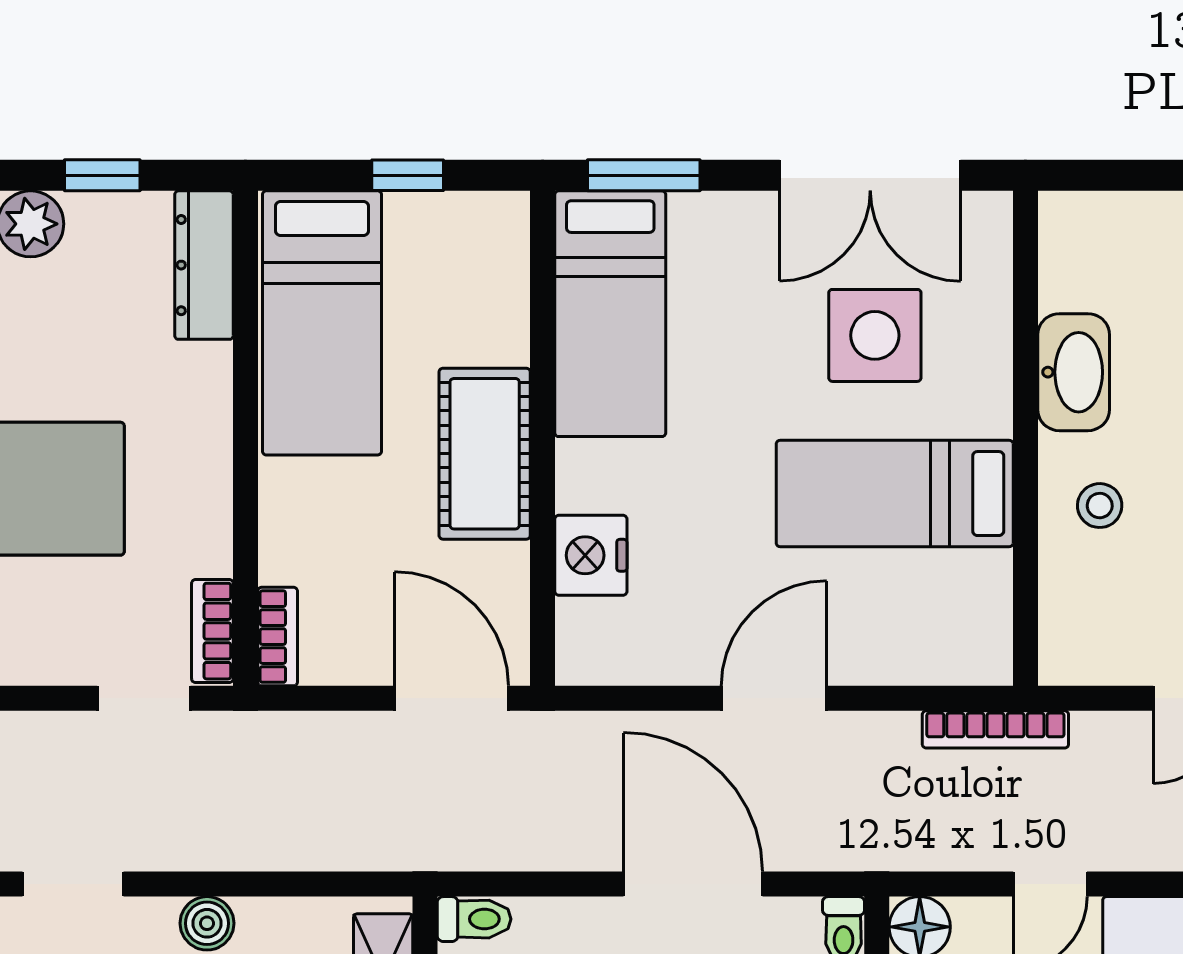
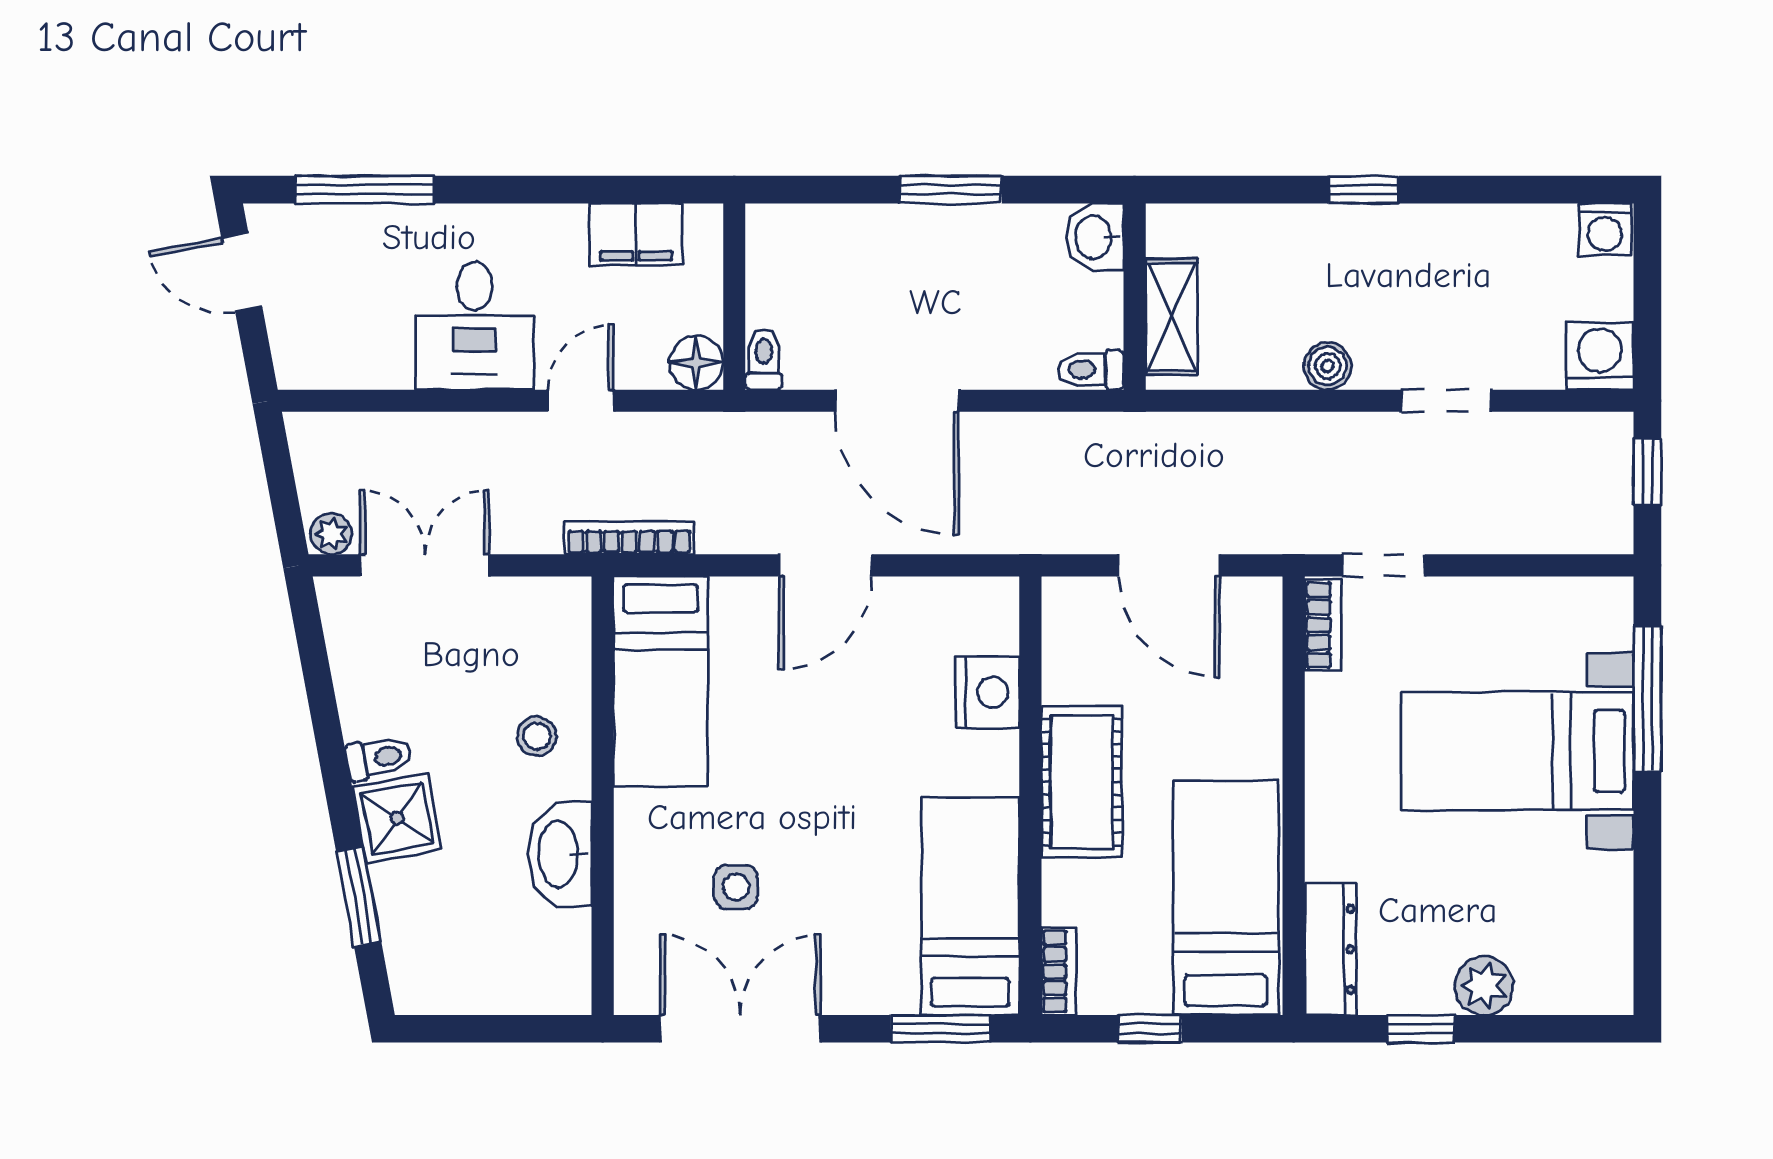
side table: (875, 335) -> (736, 887), width x0.54, depth x0.54
bed: (895, 494) -> (661, 681), moved, turned 90
bookcase: (278, 637) -> (1059, 971), moved, turned 180
door: (451, 698) -> (1169, 565), moved

